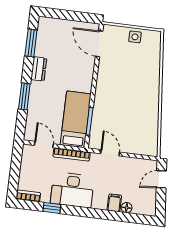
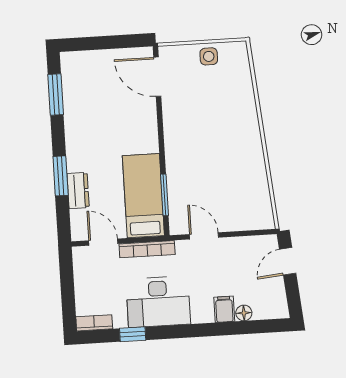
dresser: (39, 69) -> (78, 191), moved

